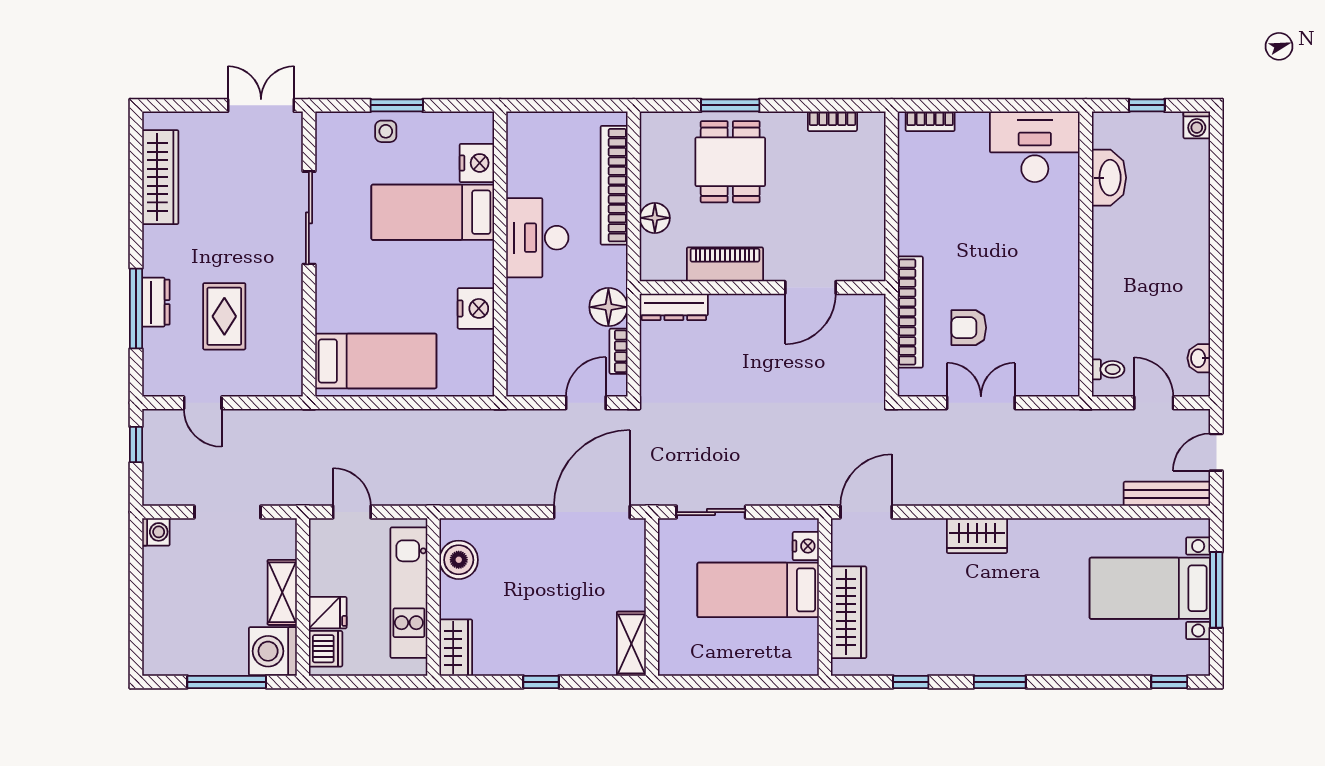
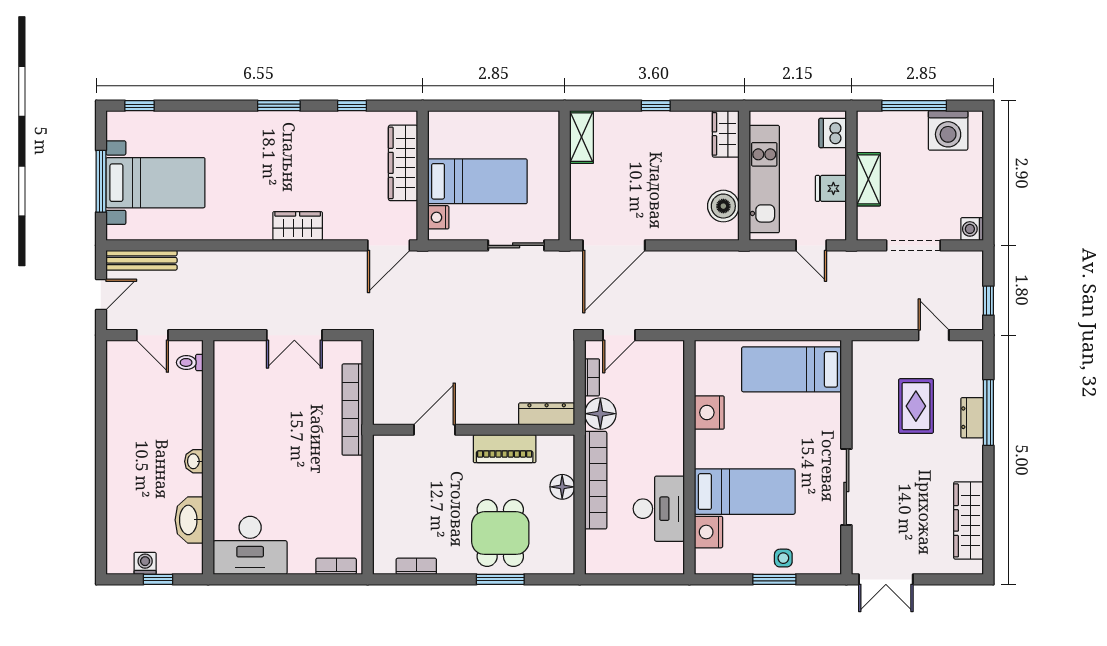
washing machine: (1197, 125) -> (145, 563), moved
bookcase: (614, 185) -> (596, 480), moved
desk: (537, 238) -> (659, 509), moved
armchair: (969, 328) -> (304, 397), removed
washbasin: (1199, 358) -> (194, 461), moved, turned 180
fridge: (328, 613) -> (831, 188), moved
washing machine: (273, 651) -> (948, 130), moved, turned 90

